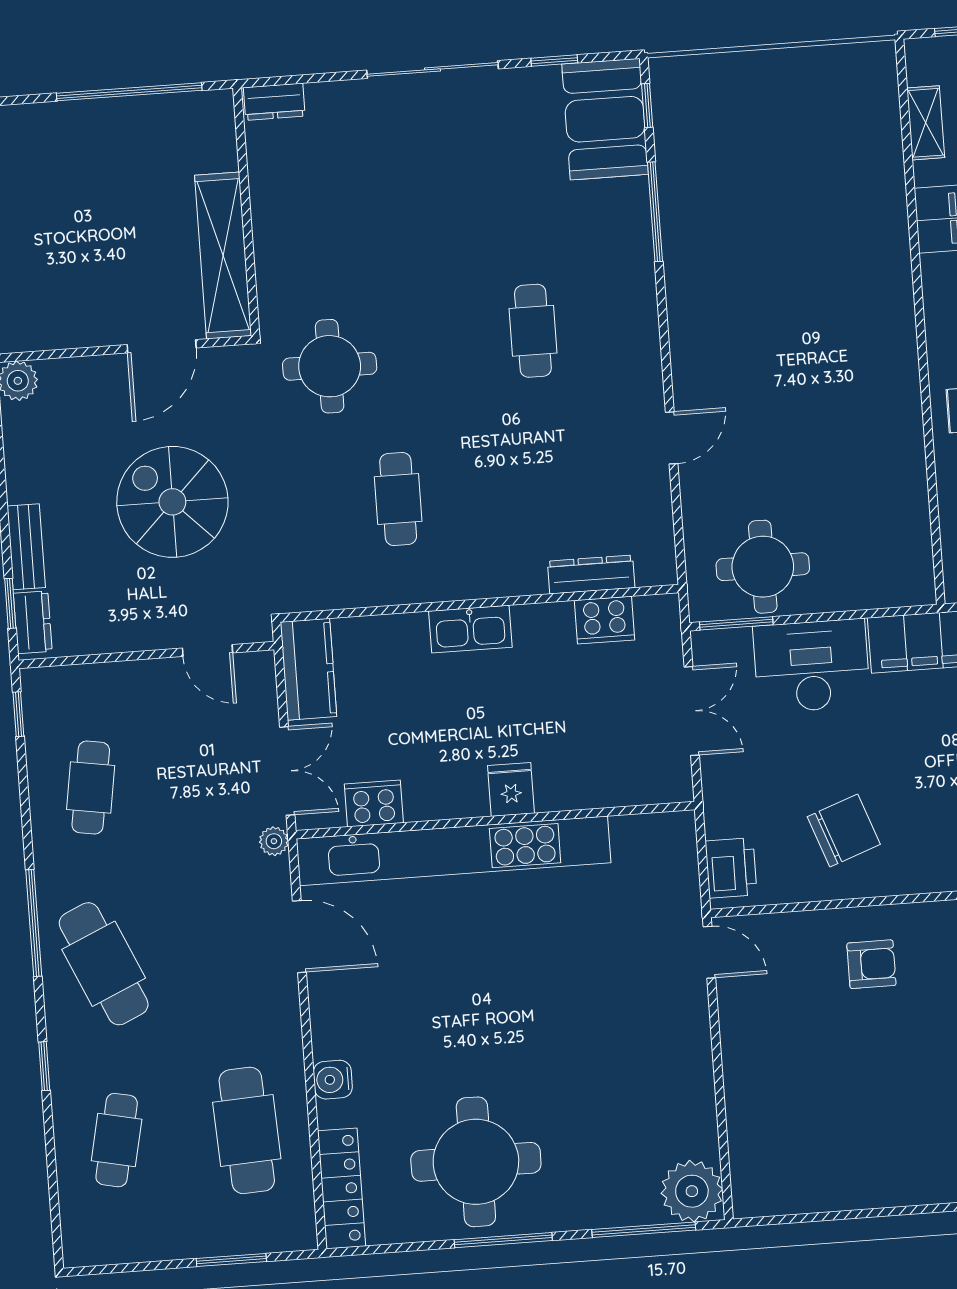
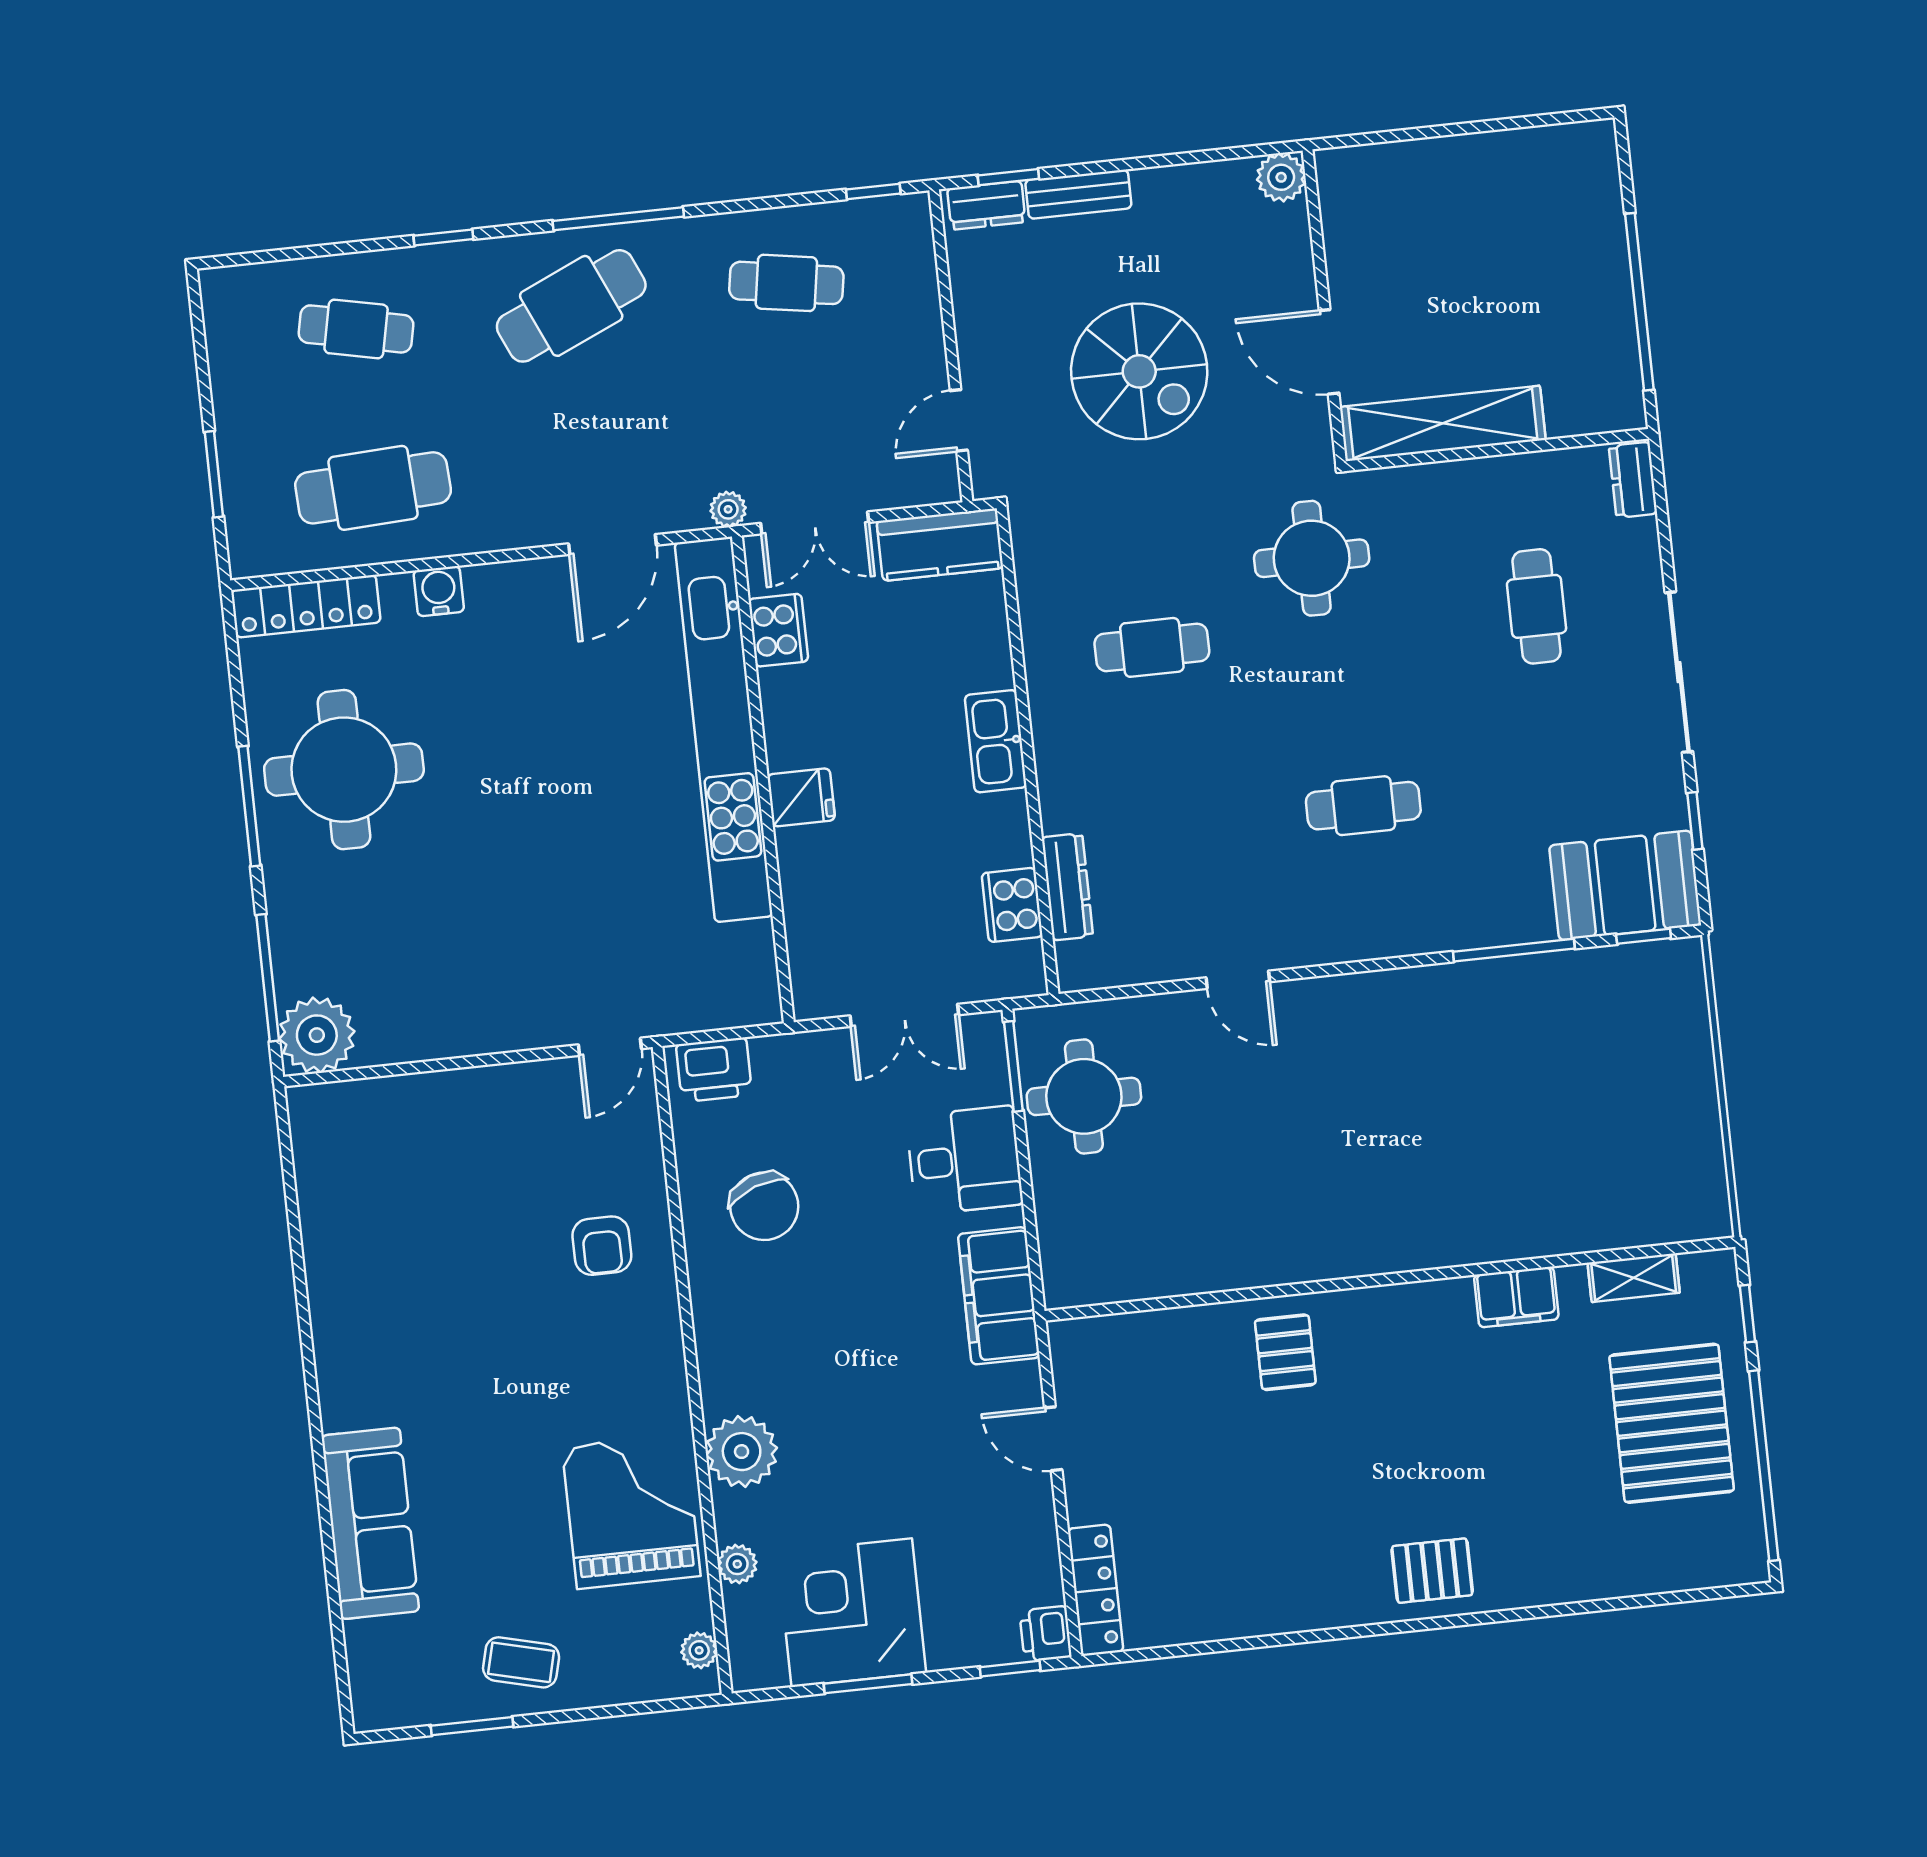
cafe table: (375, 184) -> (1537, 606), added
spiral stairs: (172, 502) -> (1139, 371), turned 90
desk: (812, 666) -> (964, 1160), width x0.73

